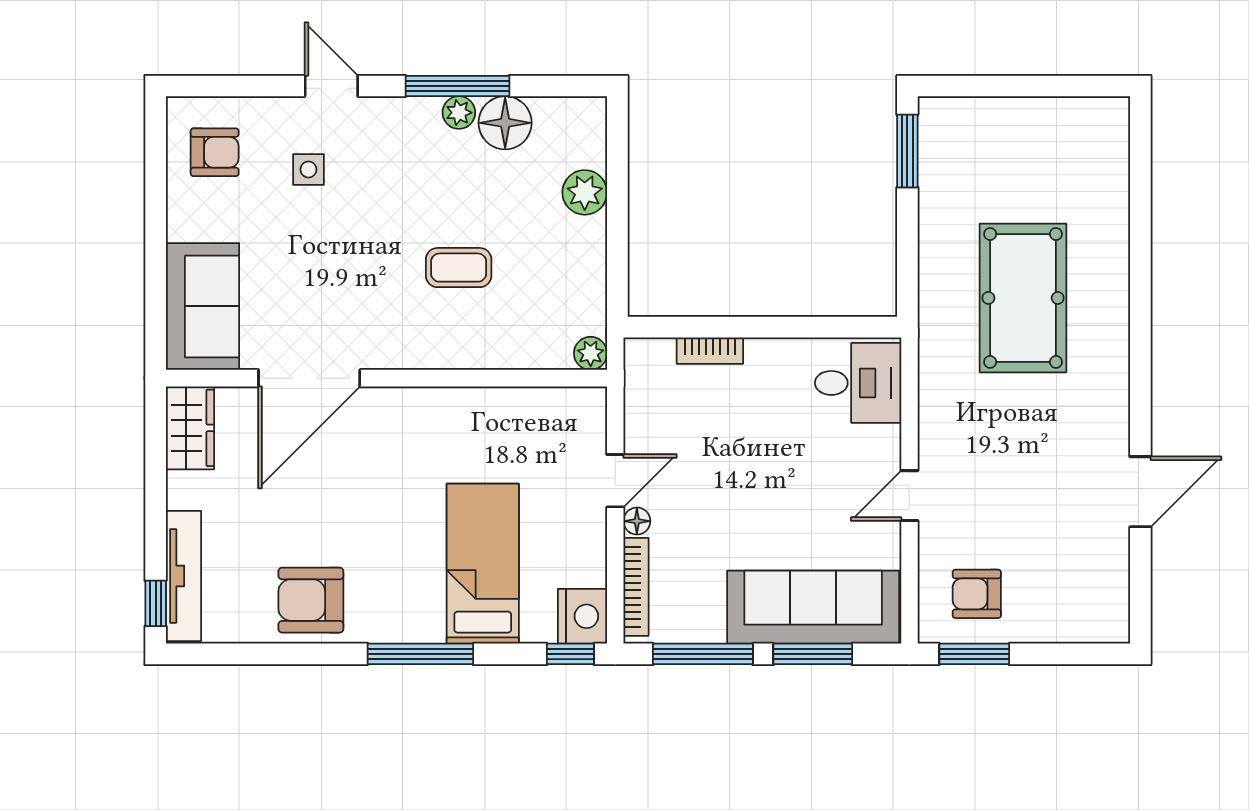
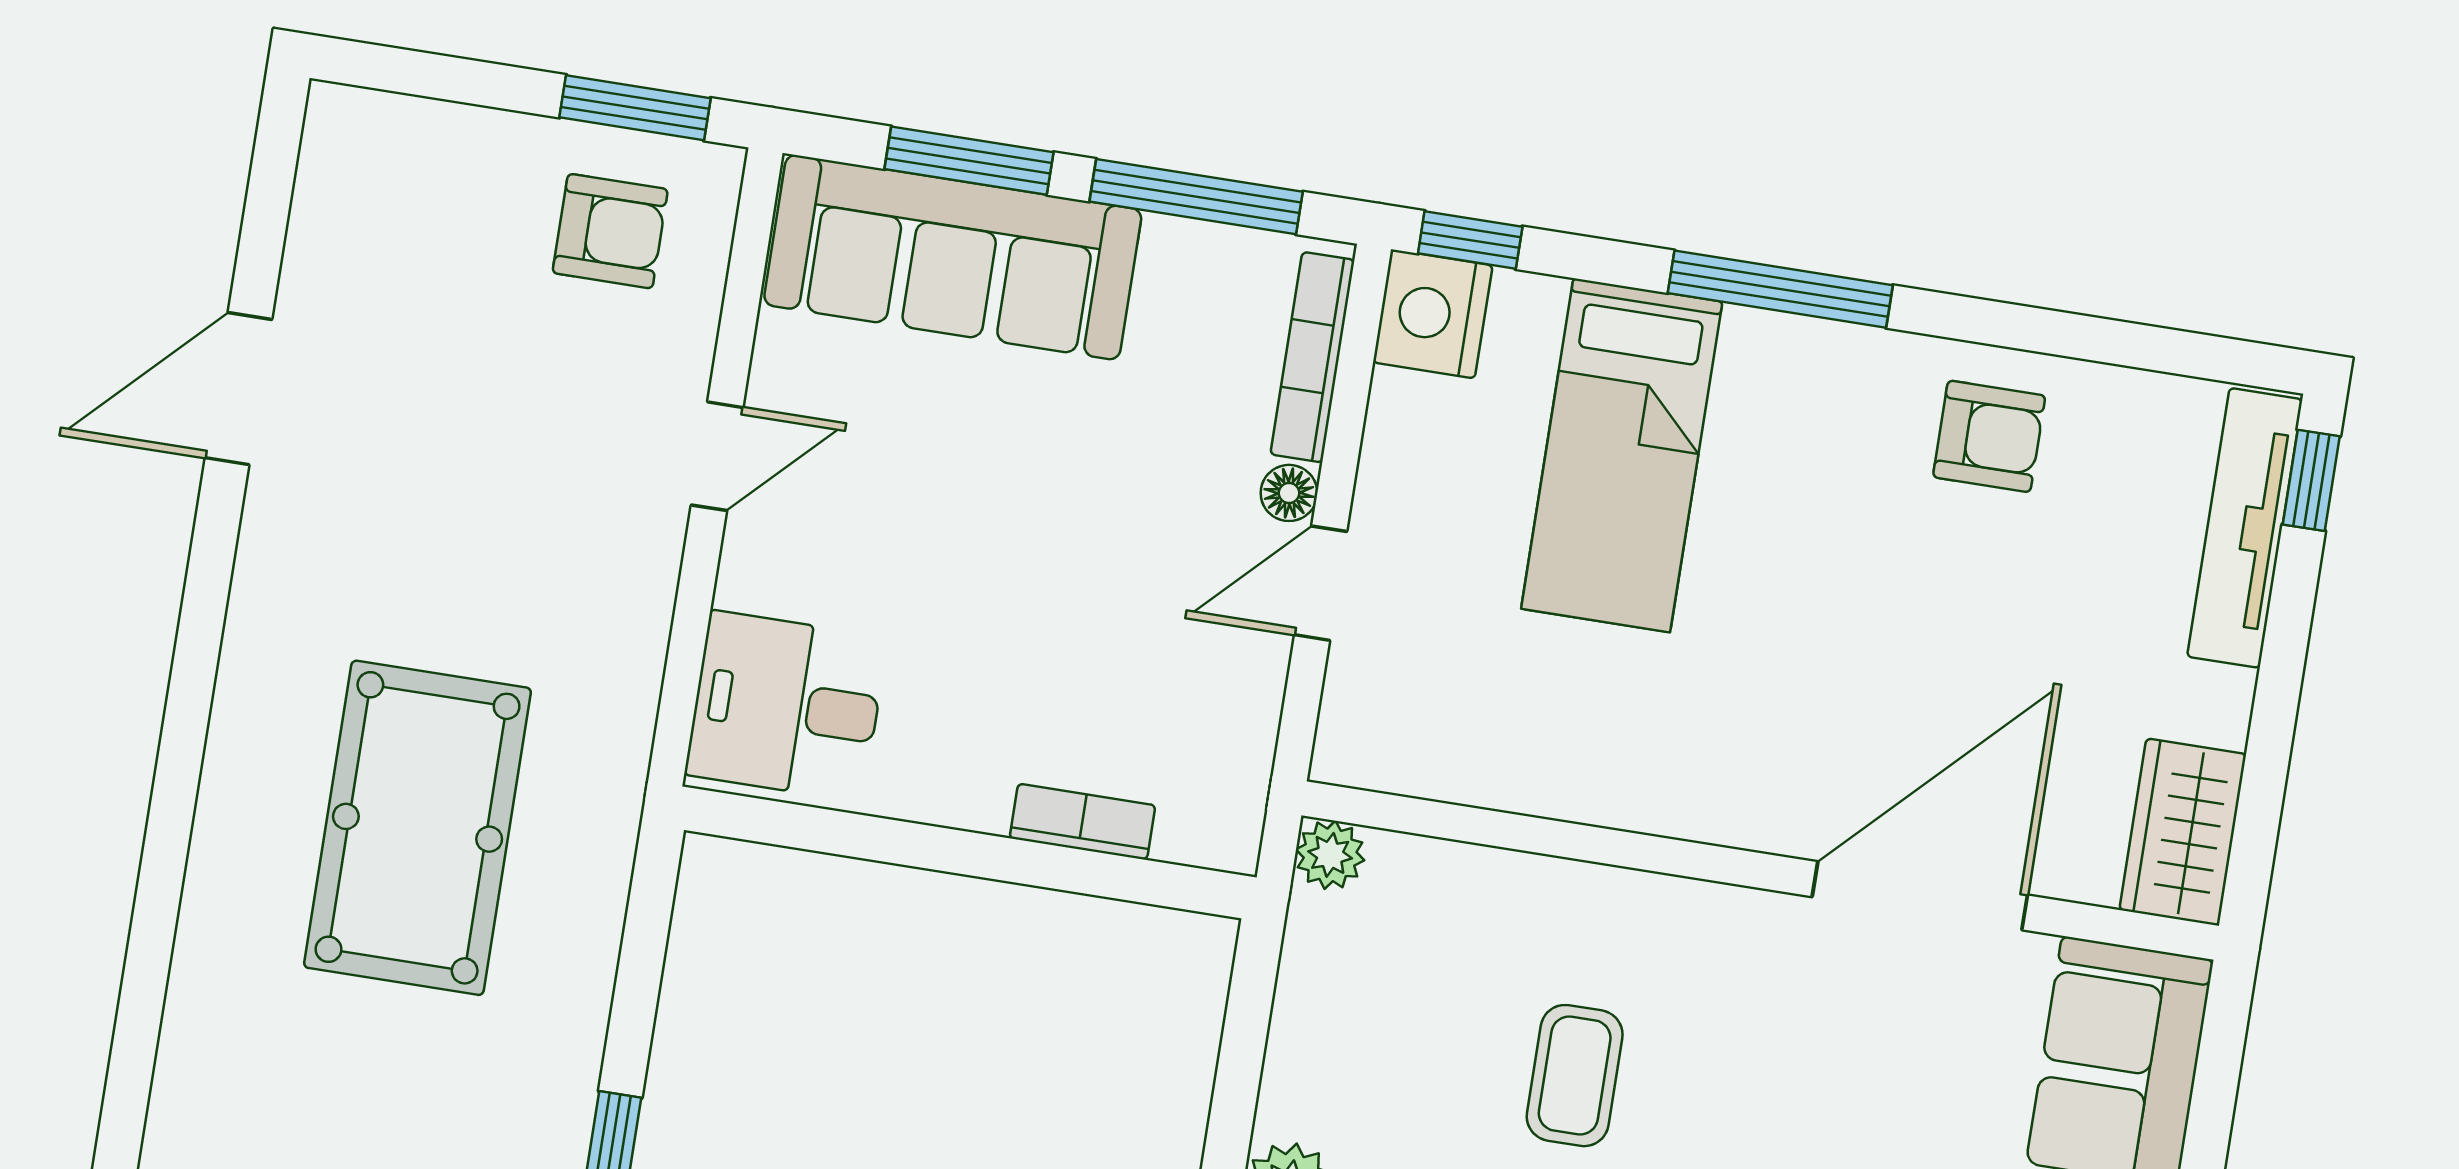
coffee table: (459, 268) -> (1575, 1076), turned 90
armchair: (311, 600) -> (1989, 436), width x0.72, depth x0.72

